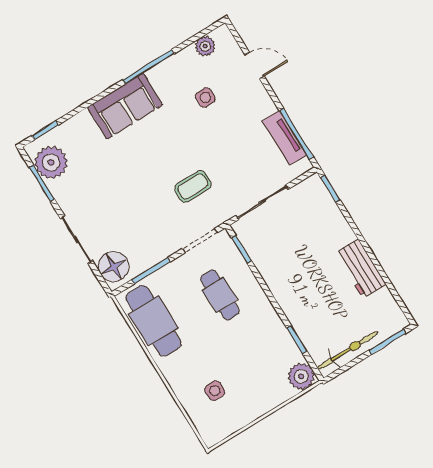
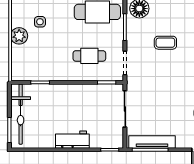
tv unit: (284, 138) -> (152, 142), width x1.41
coffee table: (193, 186) -> (165, 43), moved, turned 90
workbench: (360, 269) -> (72, 140), moved
bicycle: (348, 350) -> (21, 114), width x1.37, depth x1.40
plant: (301, 376) -> (19, 36), moved

